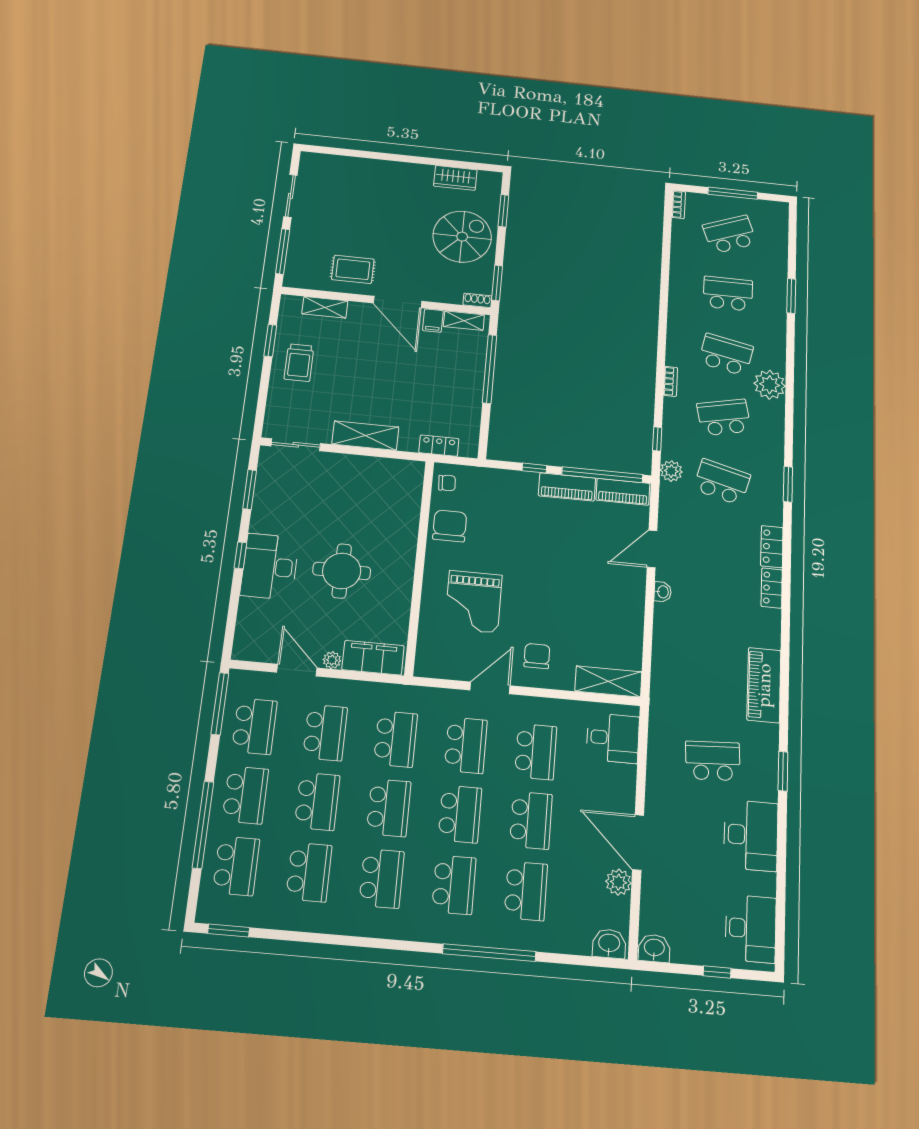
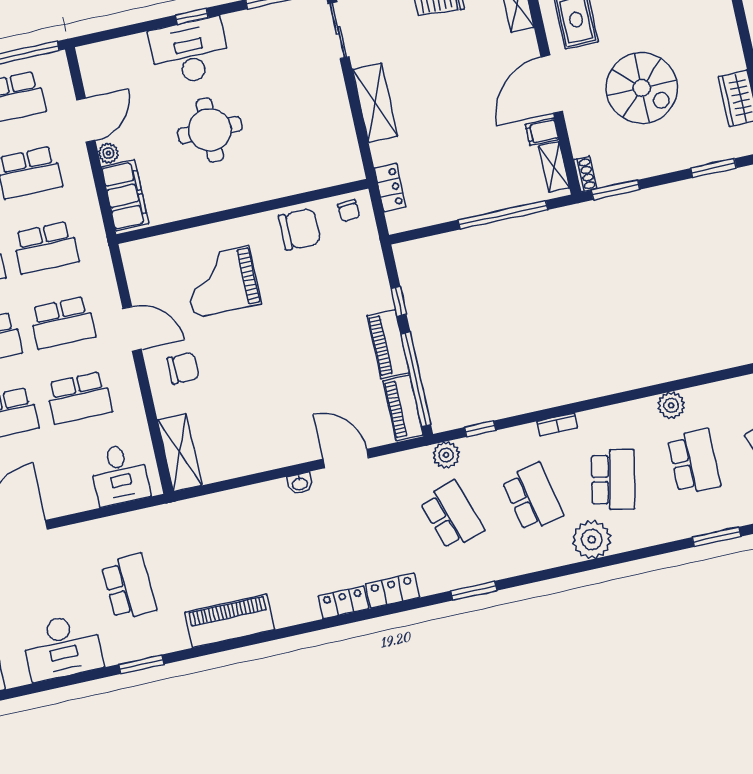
spiral stairs: (462, 237) -> (642, 88), moved
plant: (679, 296) -> (671, 405), added
school desk: (722, 482) -> (452, 515), turned -33

